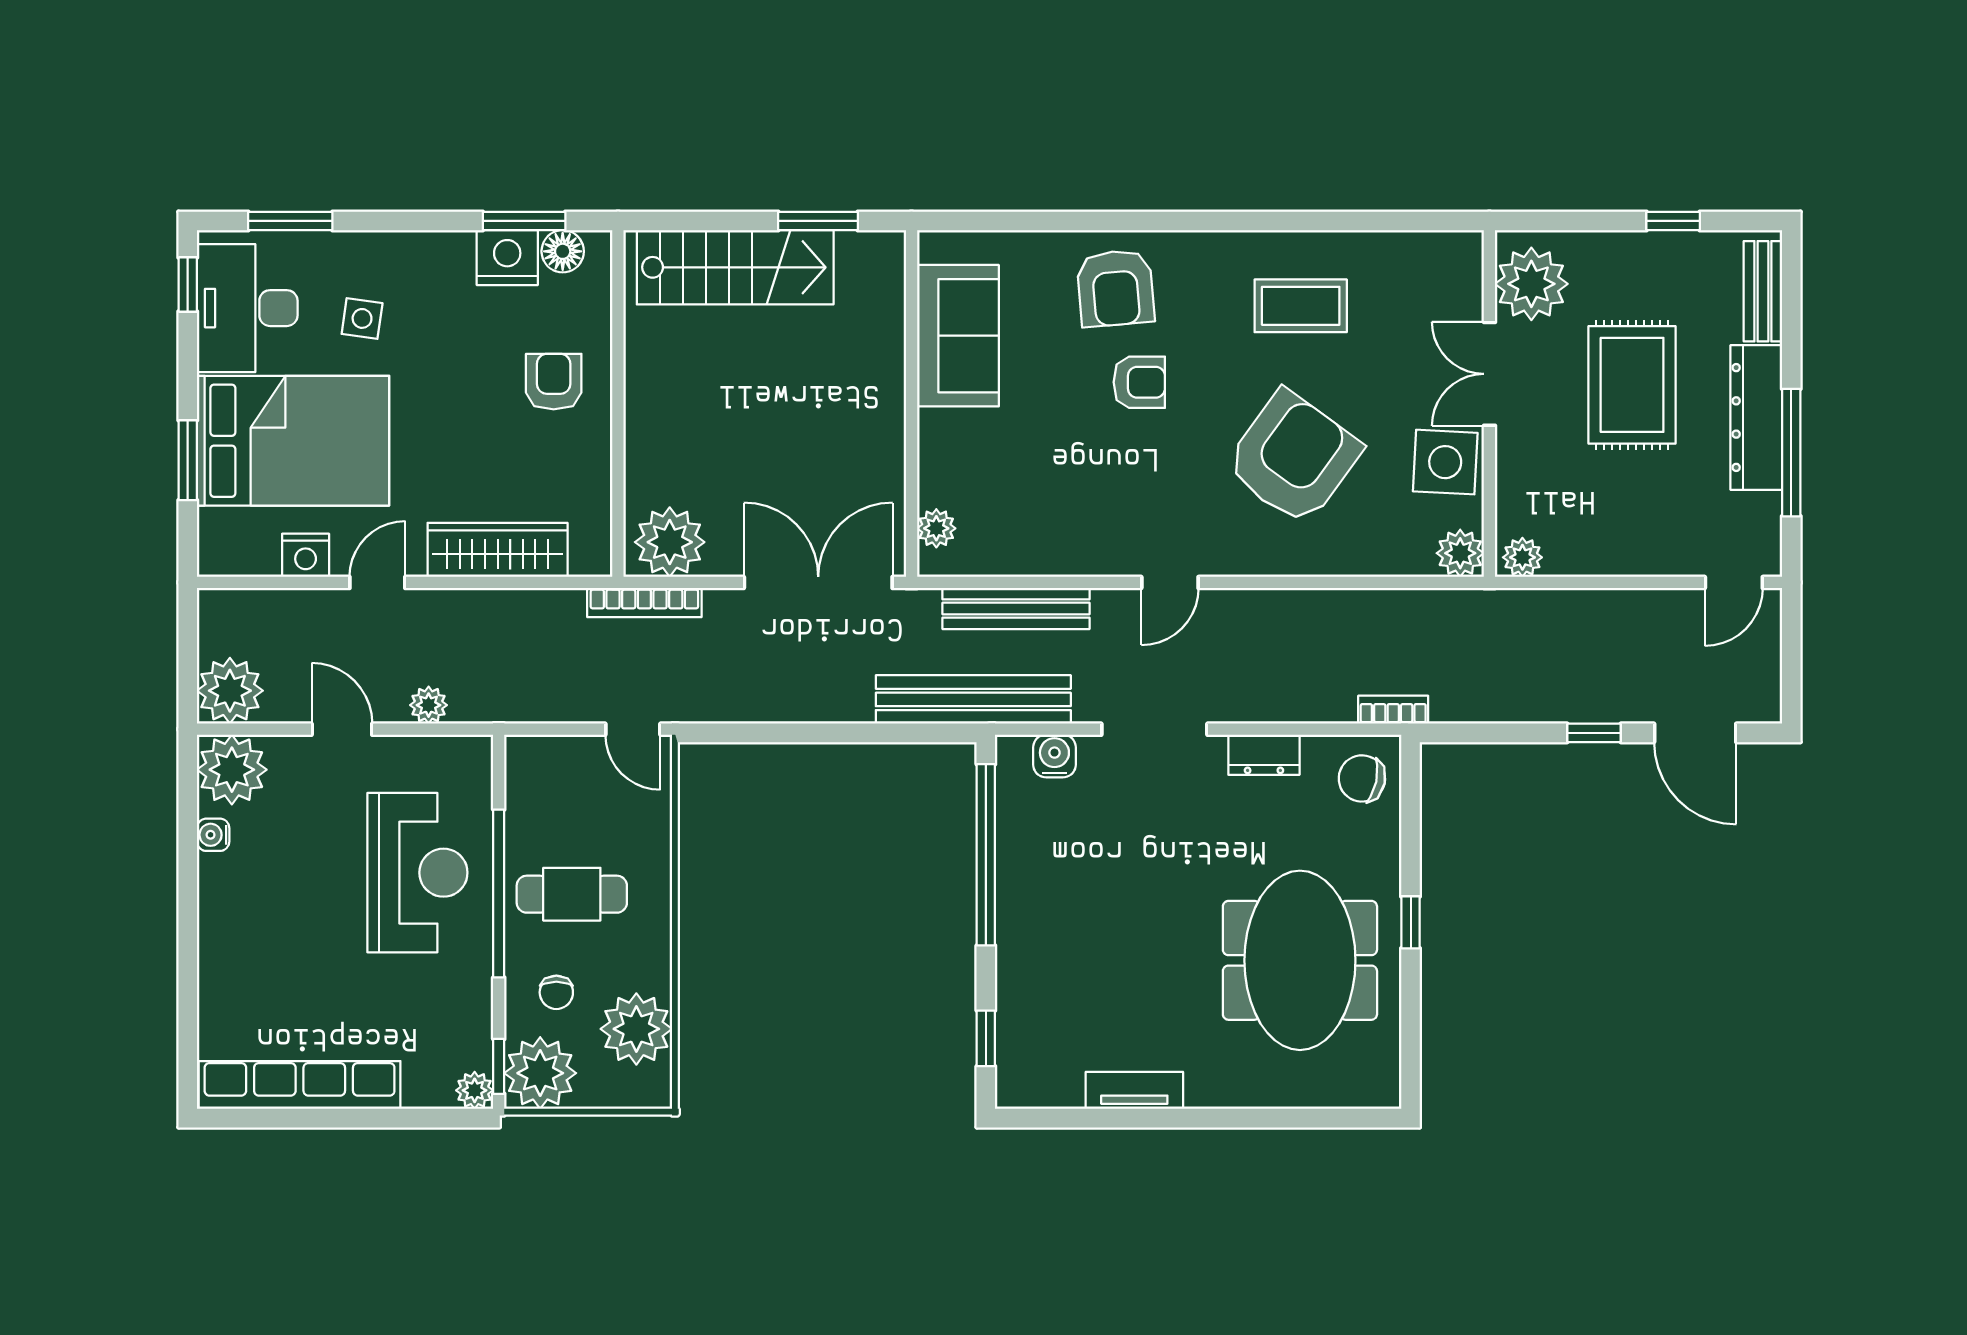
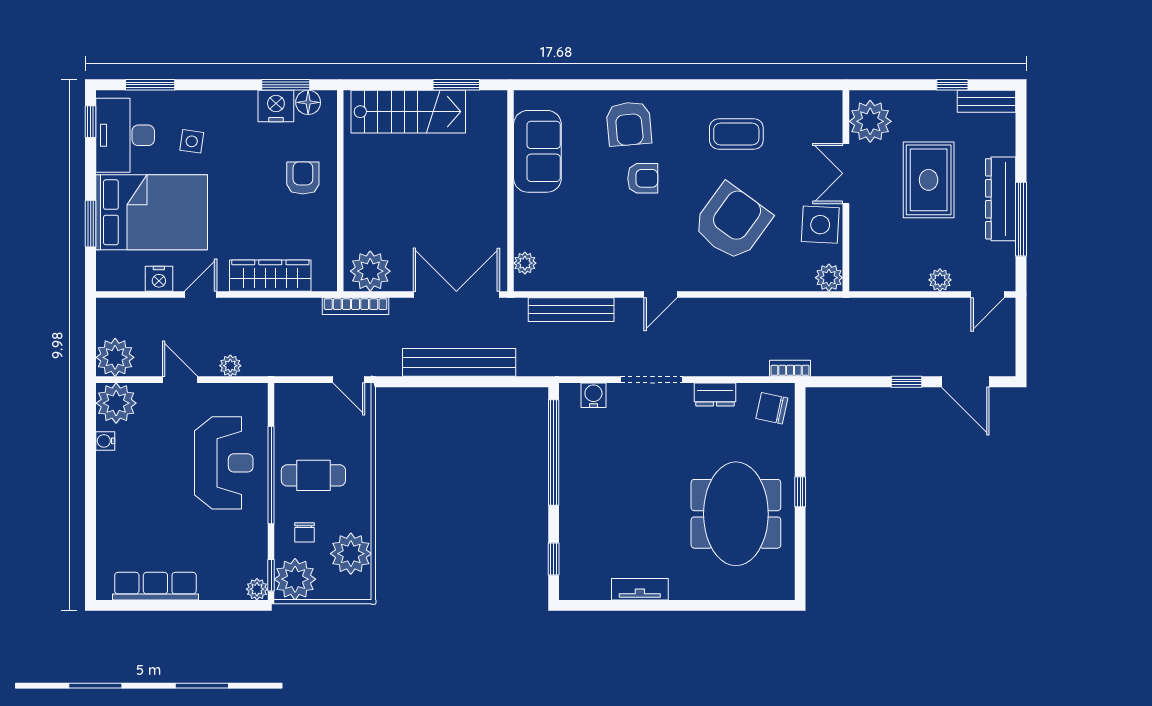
bench: (1763, 291) -> (987, 101), moved, turned 90
plant: (1522, 557) -> (940, 280), moved
bench: (973, 699) -> (459, 362), moved
row of seats: (300, 1085) -> (155, 586), width x0.73

